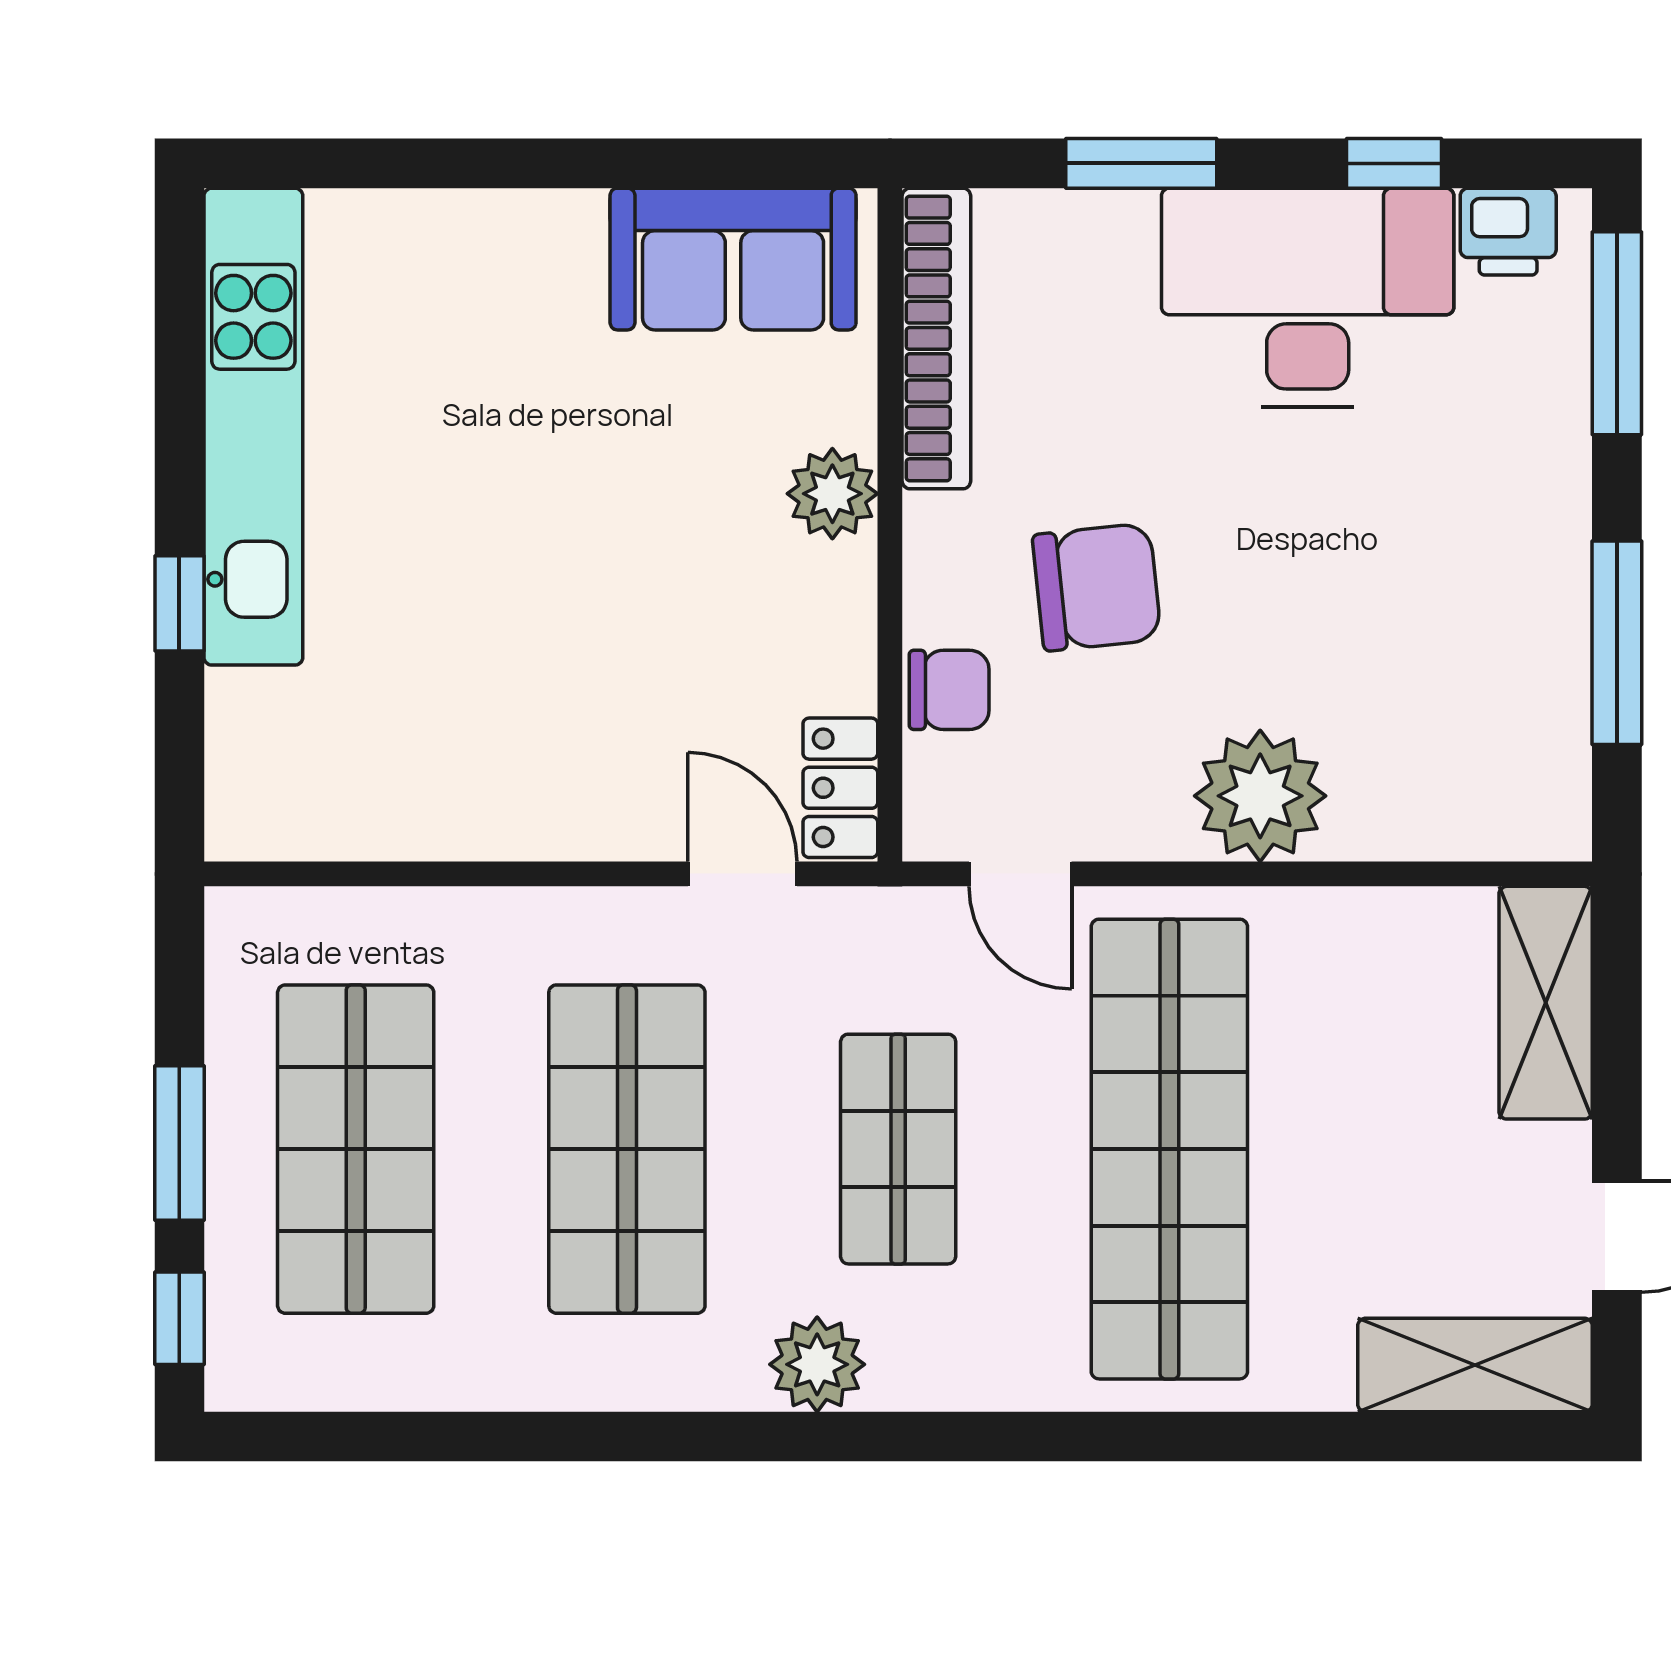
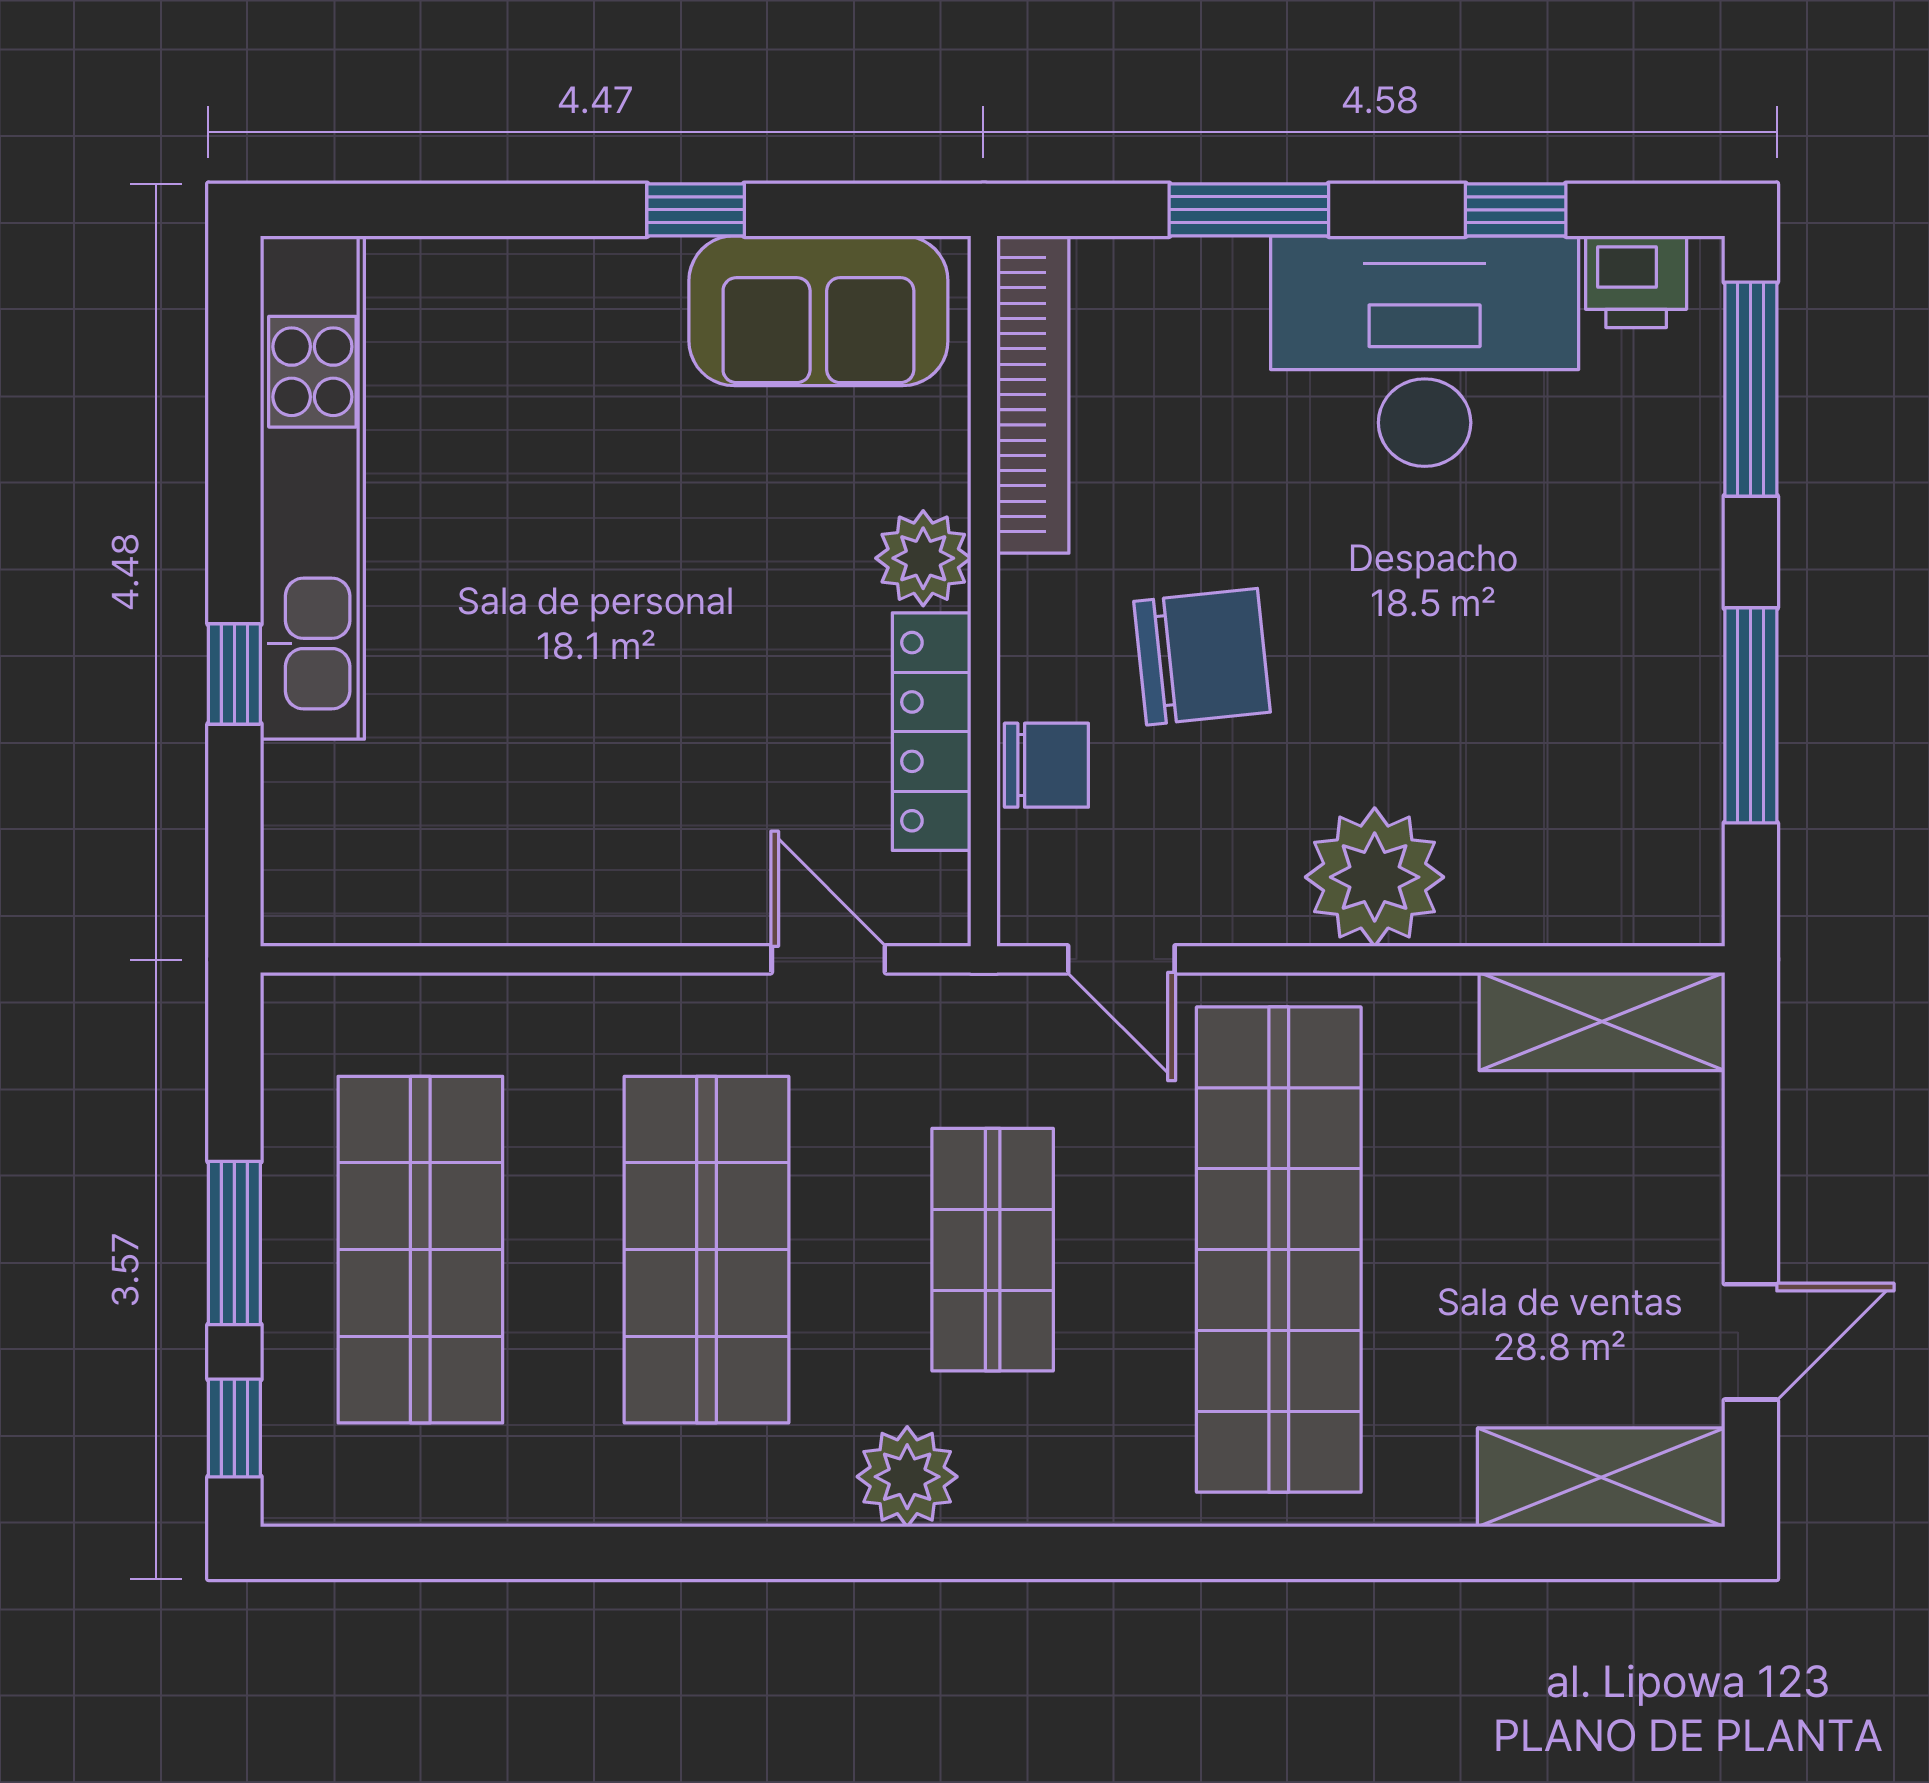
window: (617, 163) -> (696, 210), added
locker: (840, 788) -> (932, 732), moved, width x1.53
shelving: (1546, 1003) -> (1602, 1021), moved, turned 90

